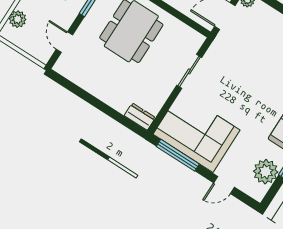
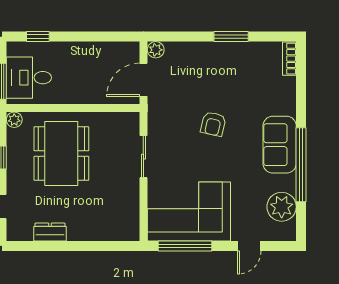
armchair: (255, 80) -> (213, 124), added
dresser: (140, 117) -> (50, 232), moved

